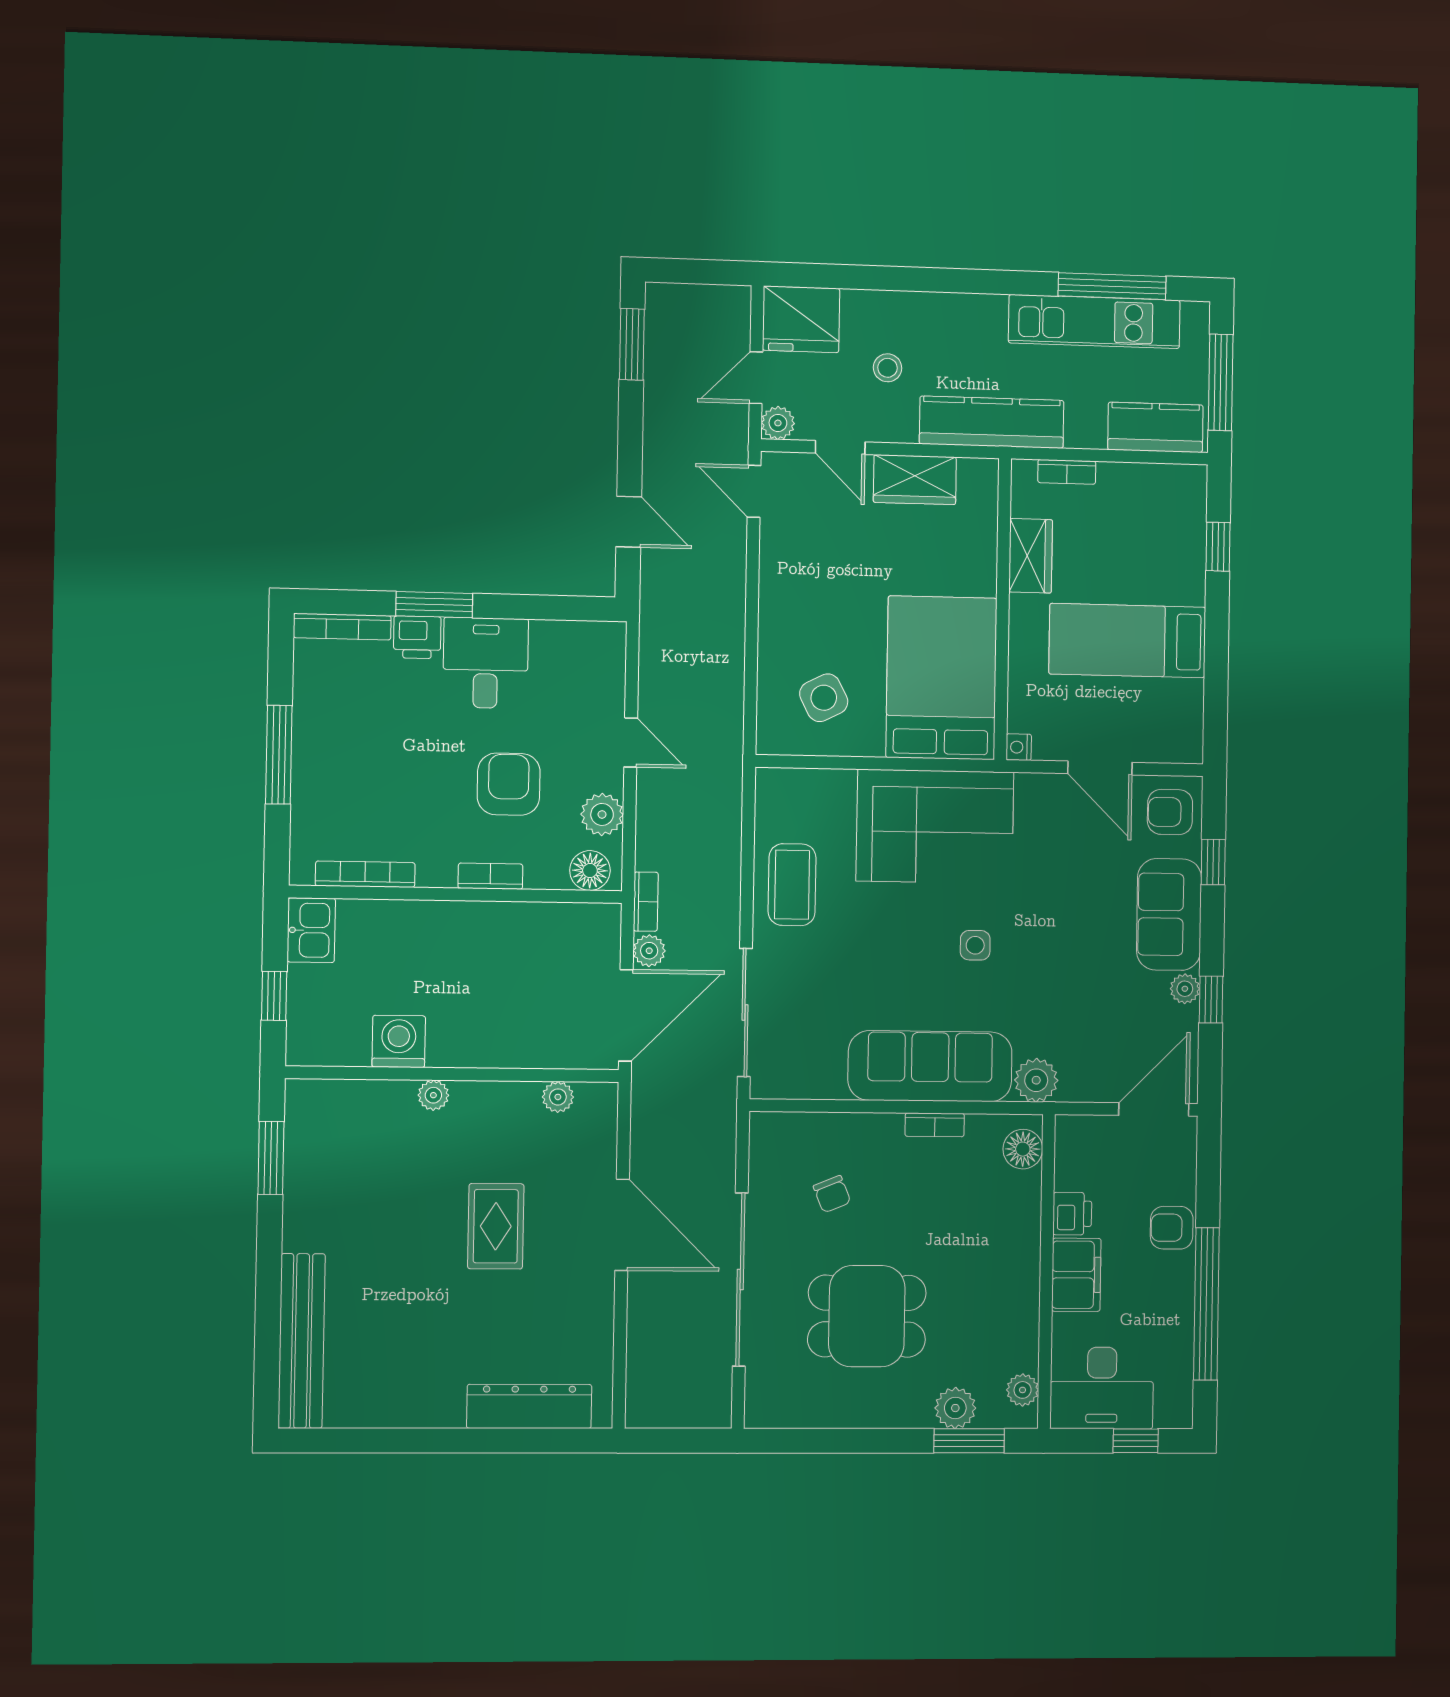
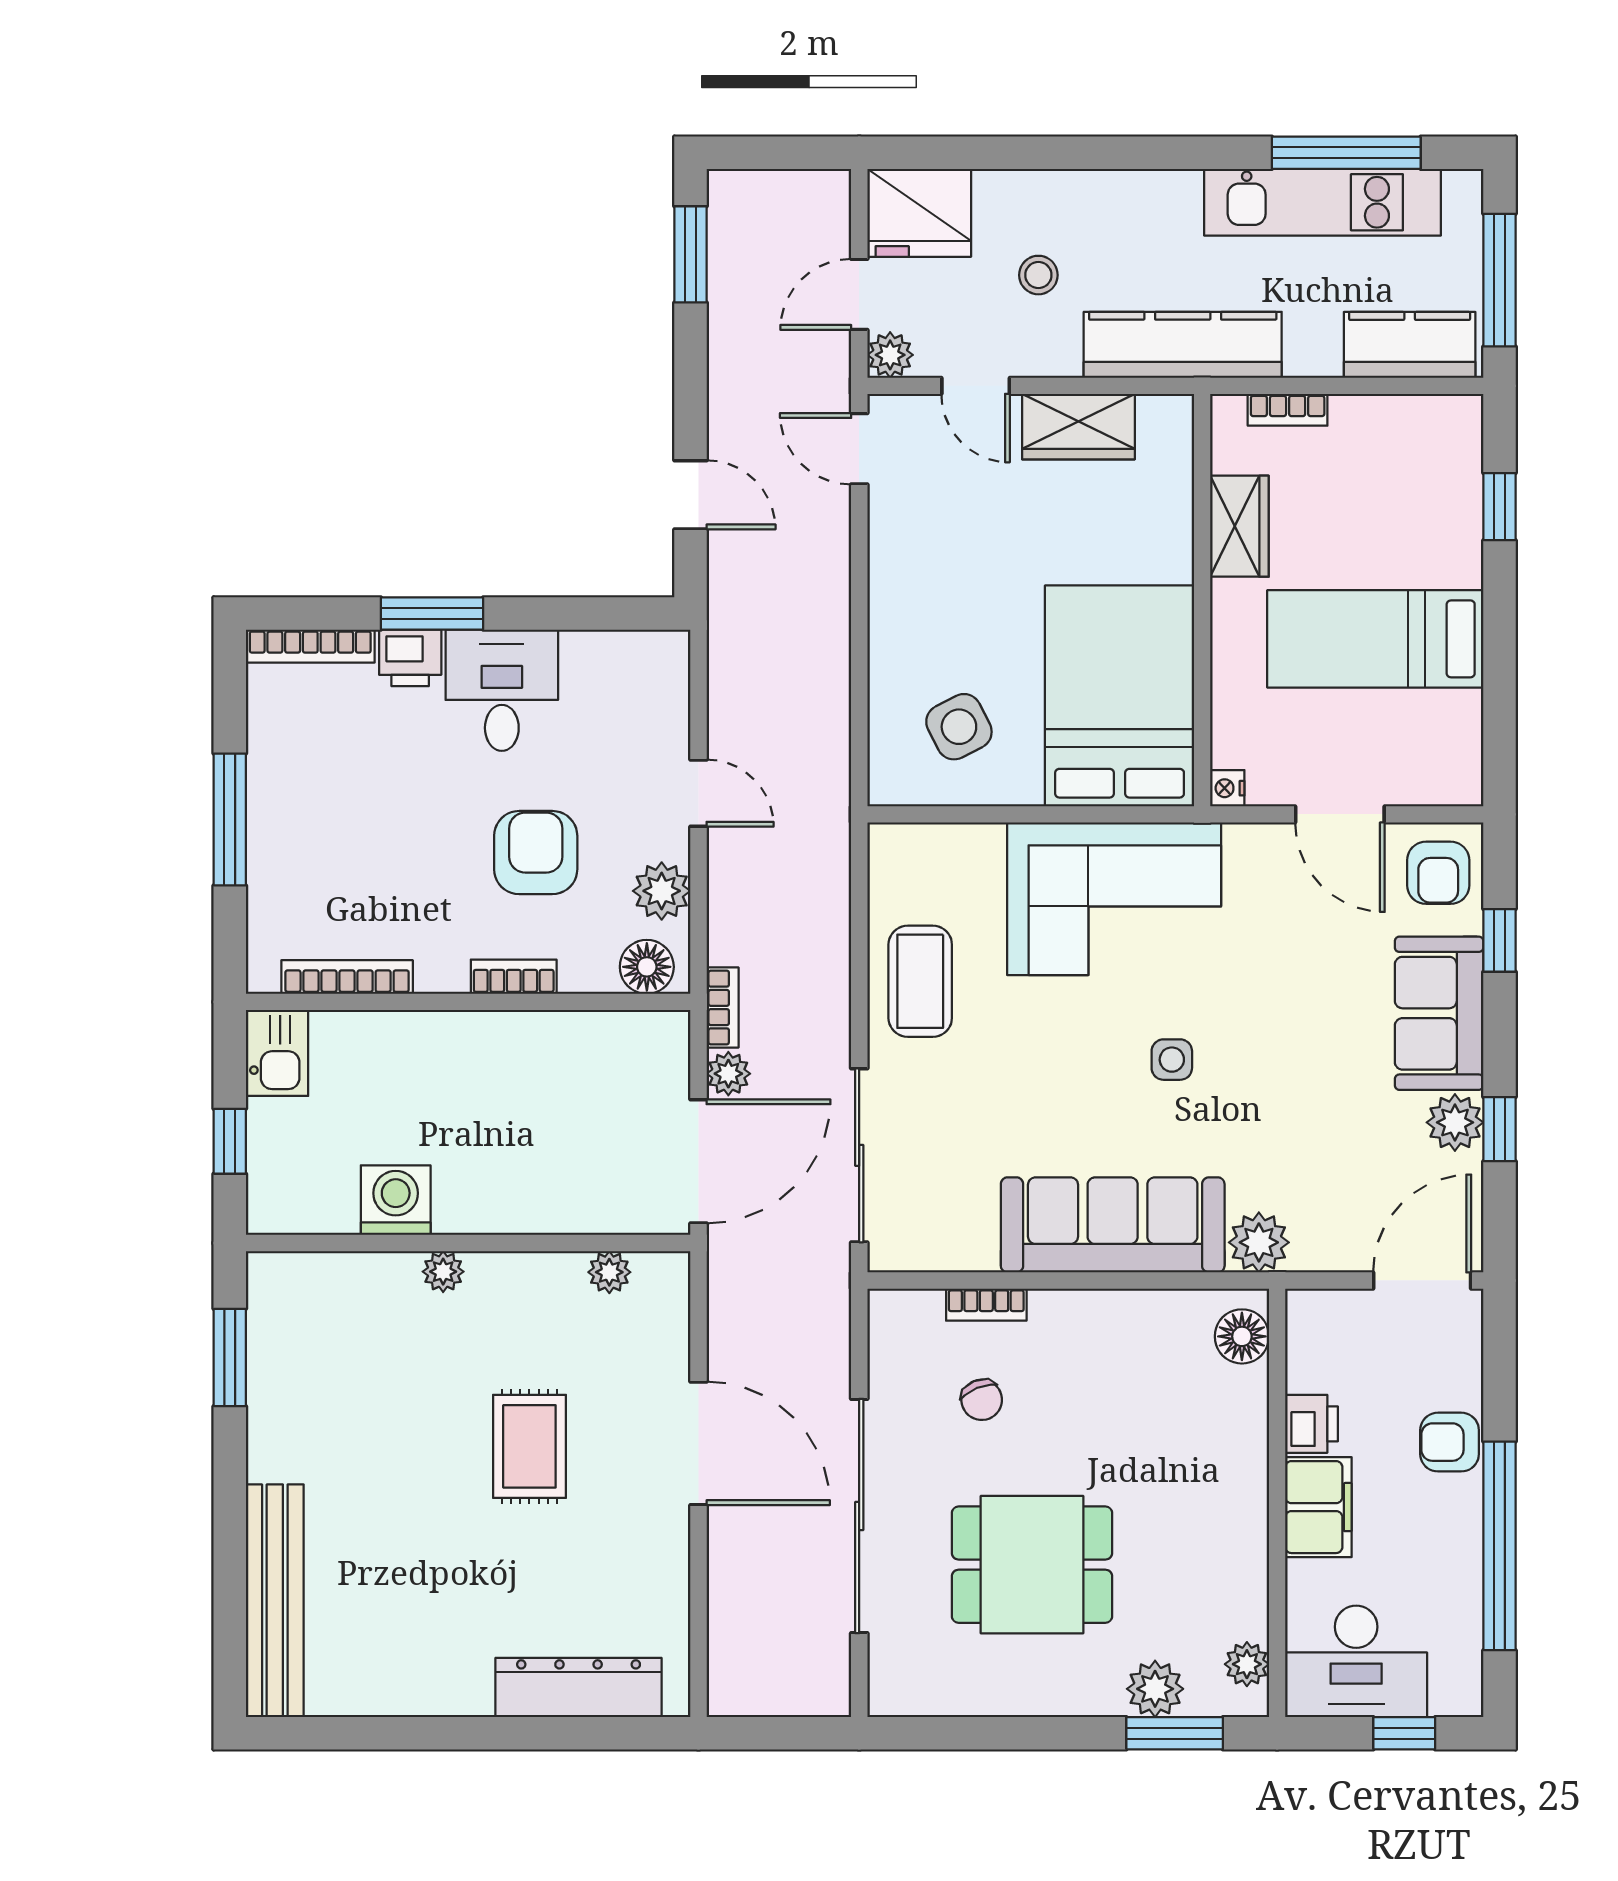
armchair: (1170, 812) -> (1438, 873), turned -90
plant: (1185, 989) -> (1455, 1122), width x1.38, depth x1.38
bookcase: (935, 1125) -> (986, 1305), moved

